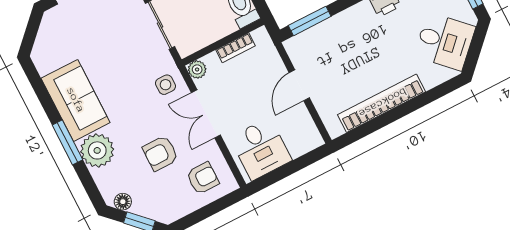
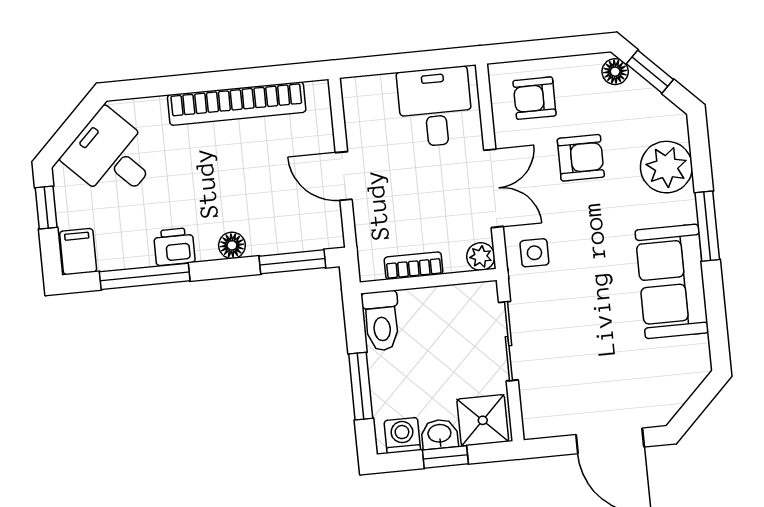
floor lamp: (350, 16) -> (232, 245), added
door: (299, 85) -> (344, 176), swing flipped
plant: (97, 150) -> (666, 167), moved
floor lamp: (123, 202) -> (615, 72), moved

